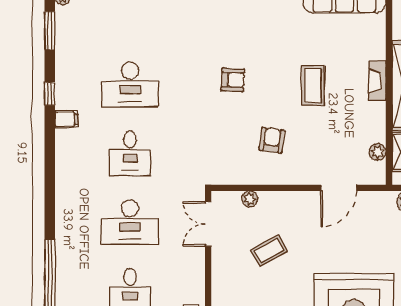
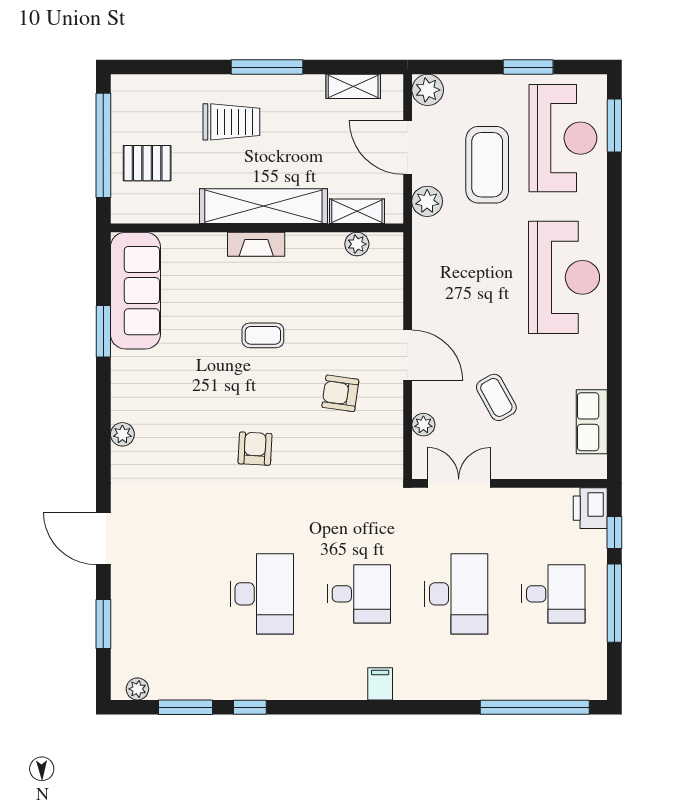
coffee table: (313, 85) -> (263, 335), width x0.73, depth x0.77
window: (50, 94) -> (250, 707), moved
filing cabinet: (66, 119) -> (380, 684), moved
door: (339, 188) -> (408, 355), moved
double door: (208, 224) -> (459, 483), swing flipped

